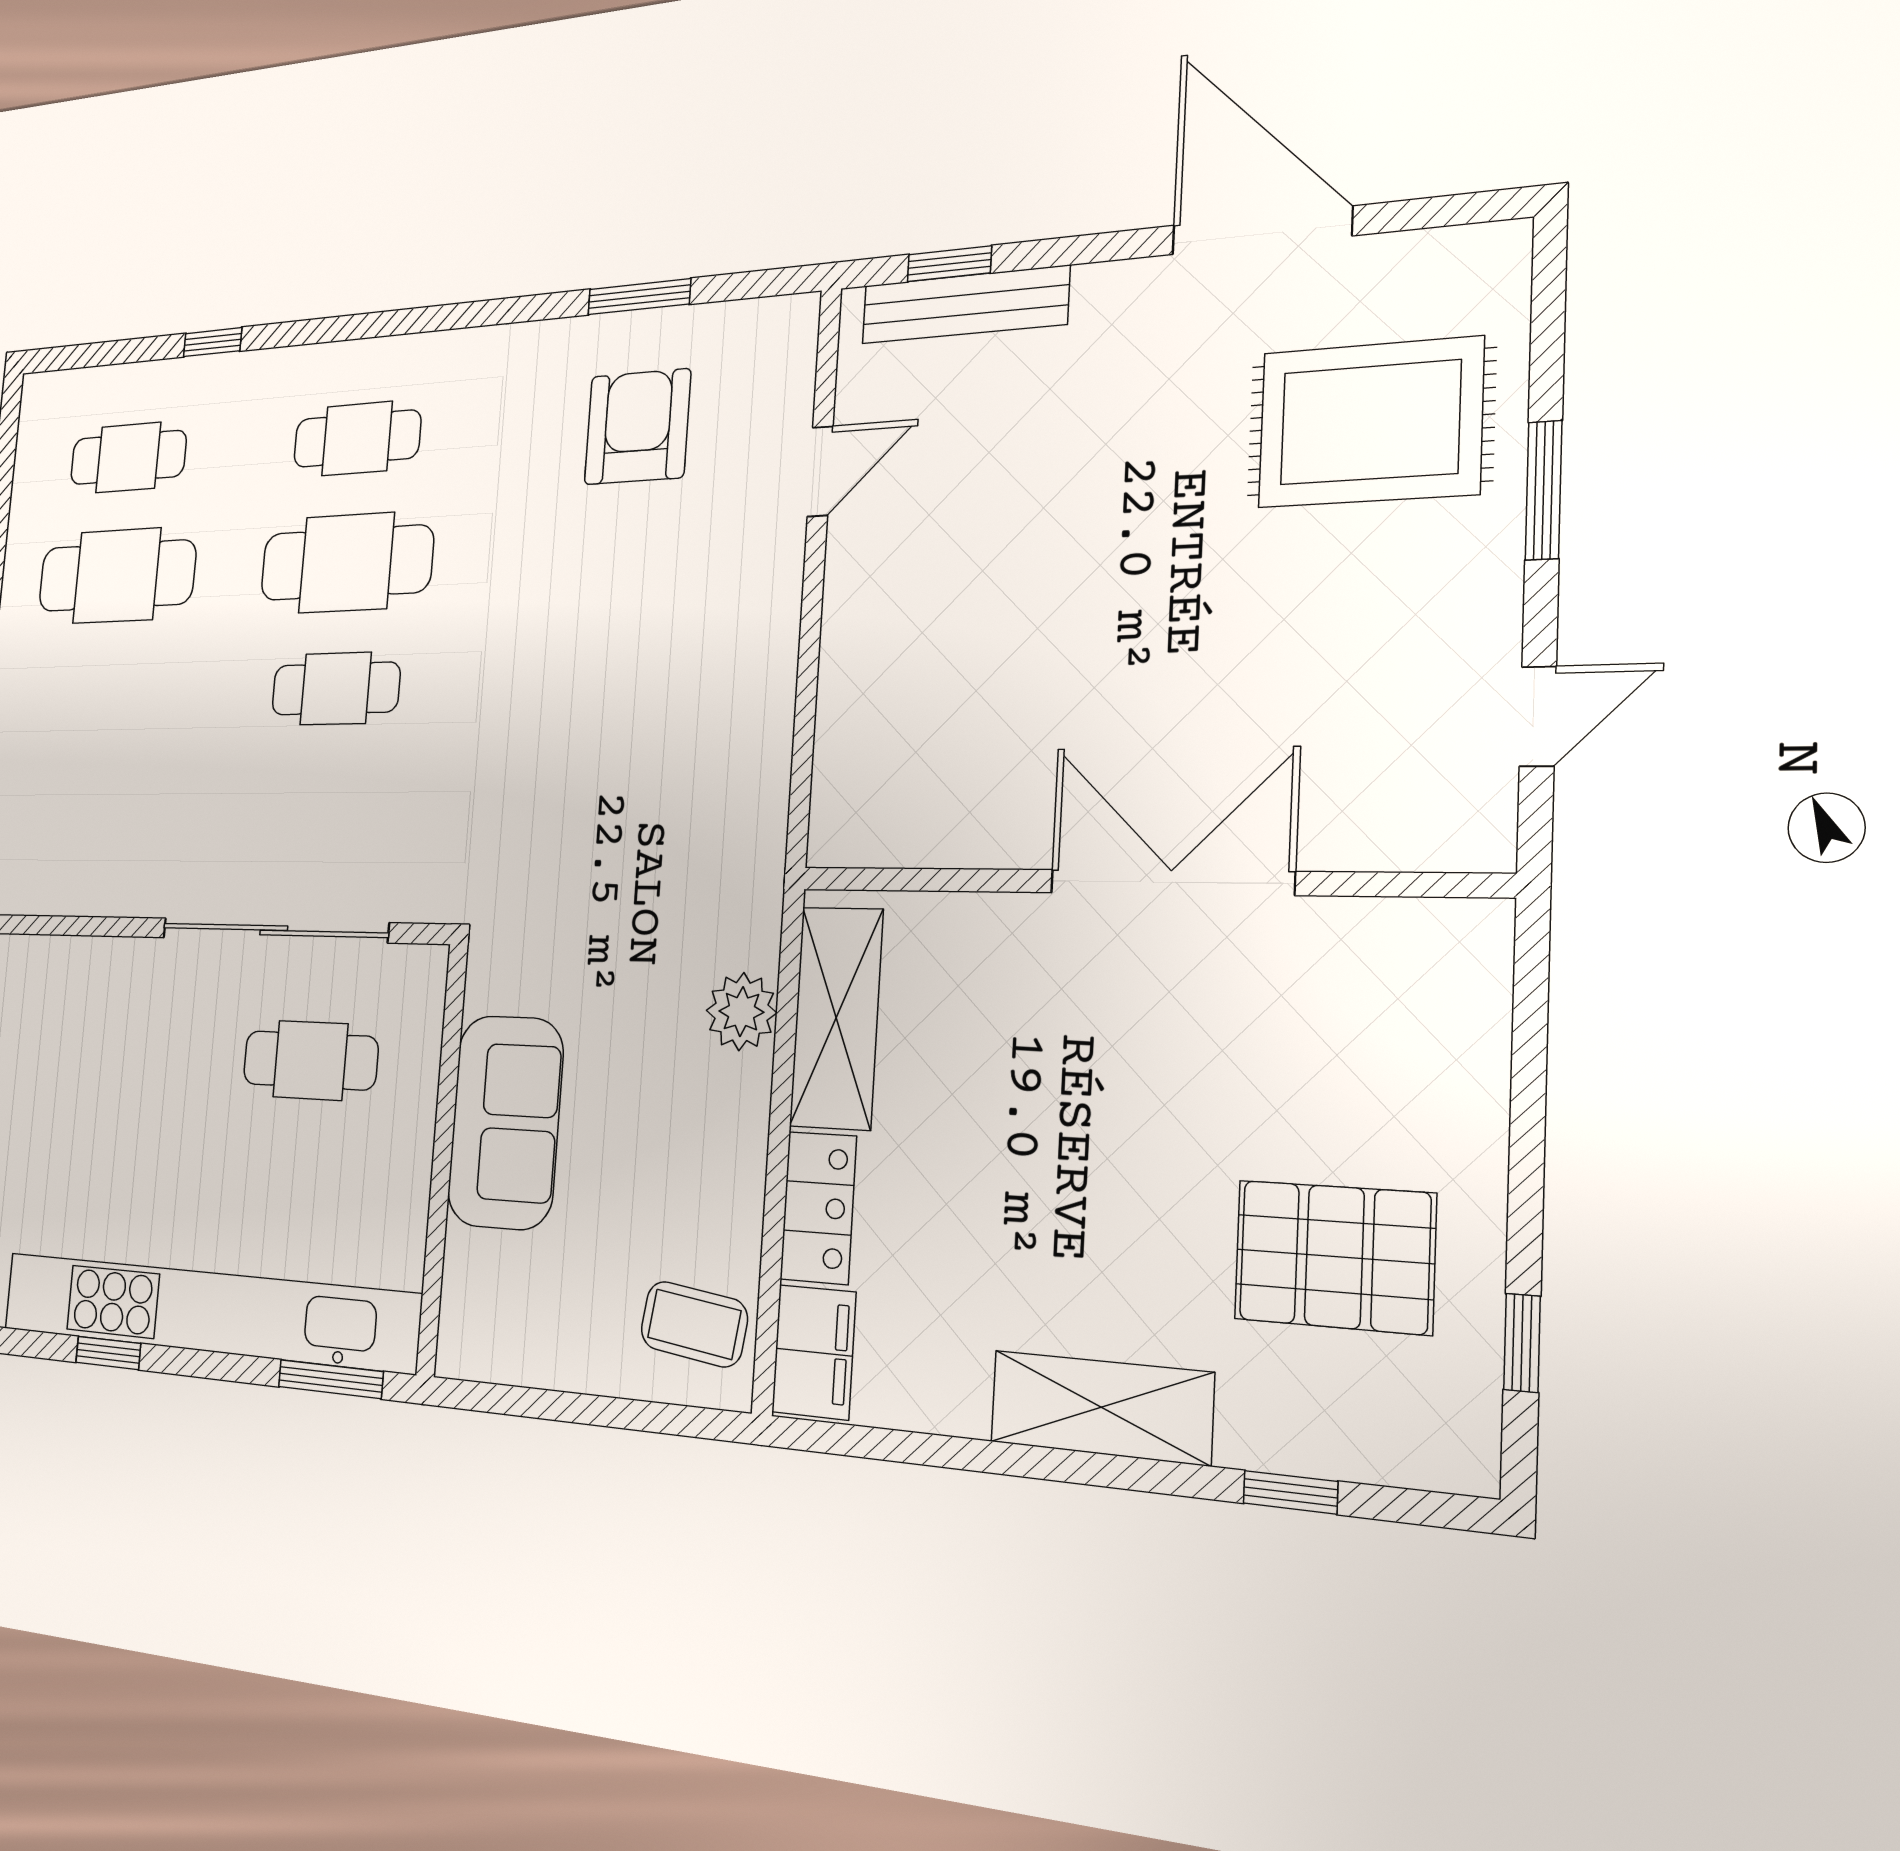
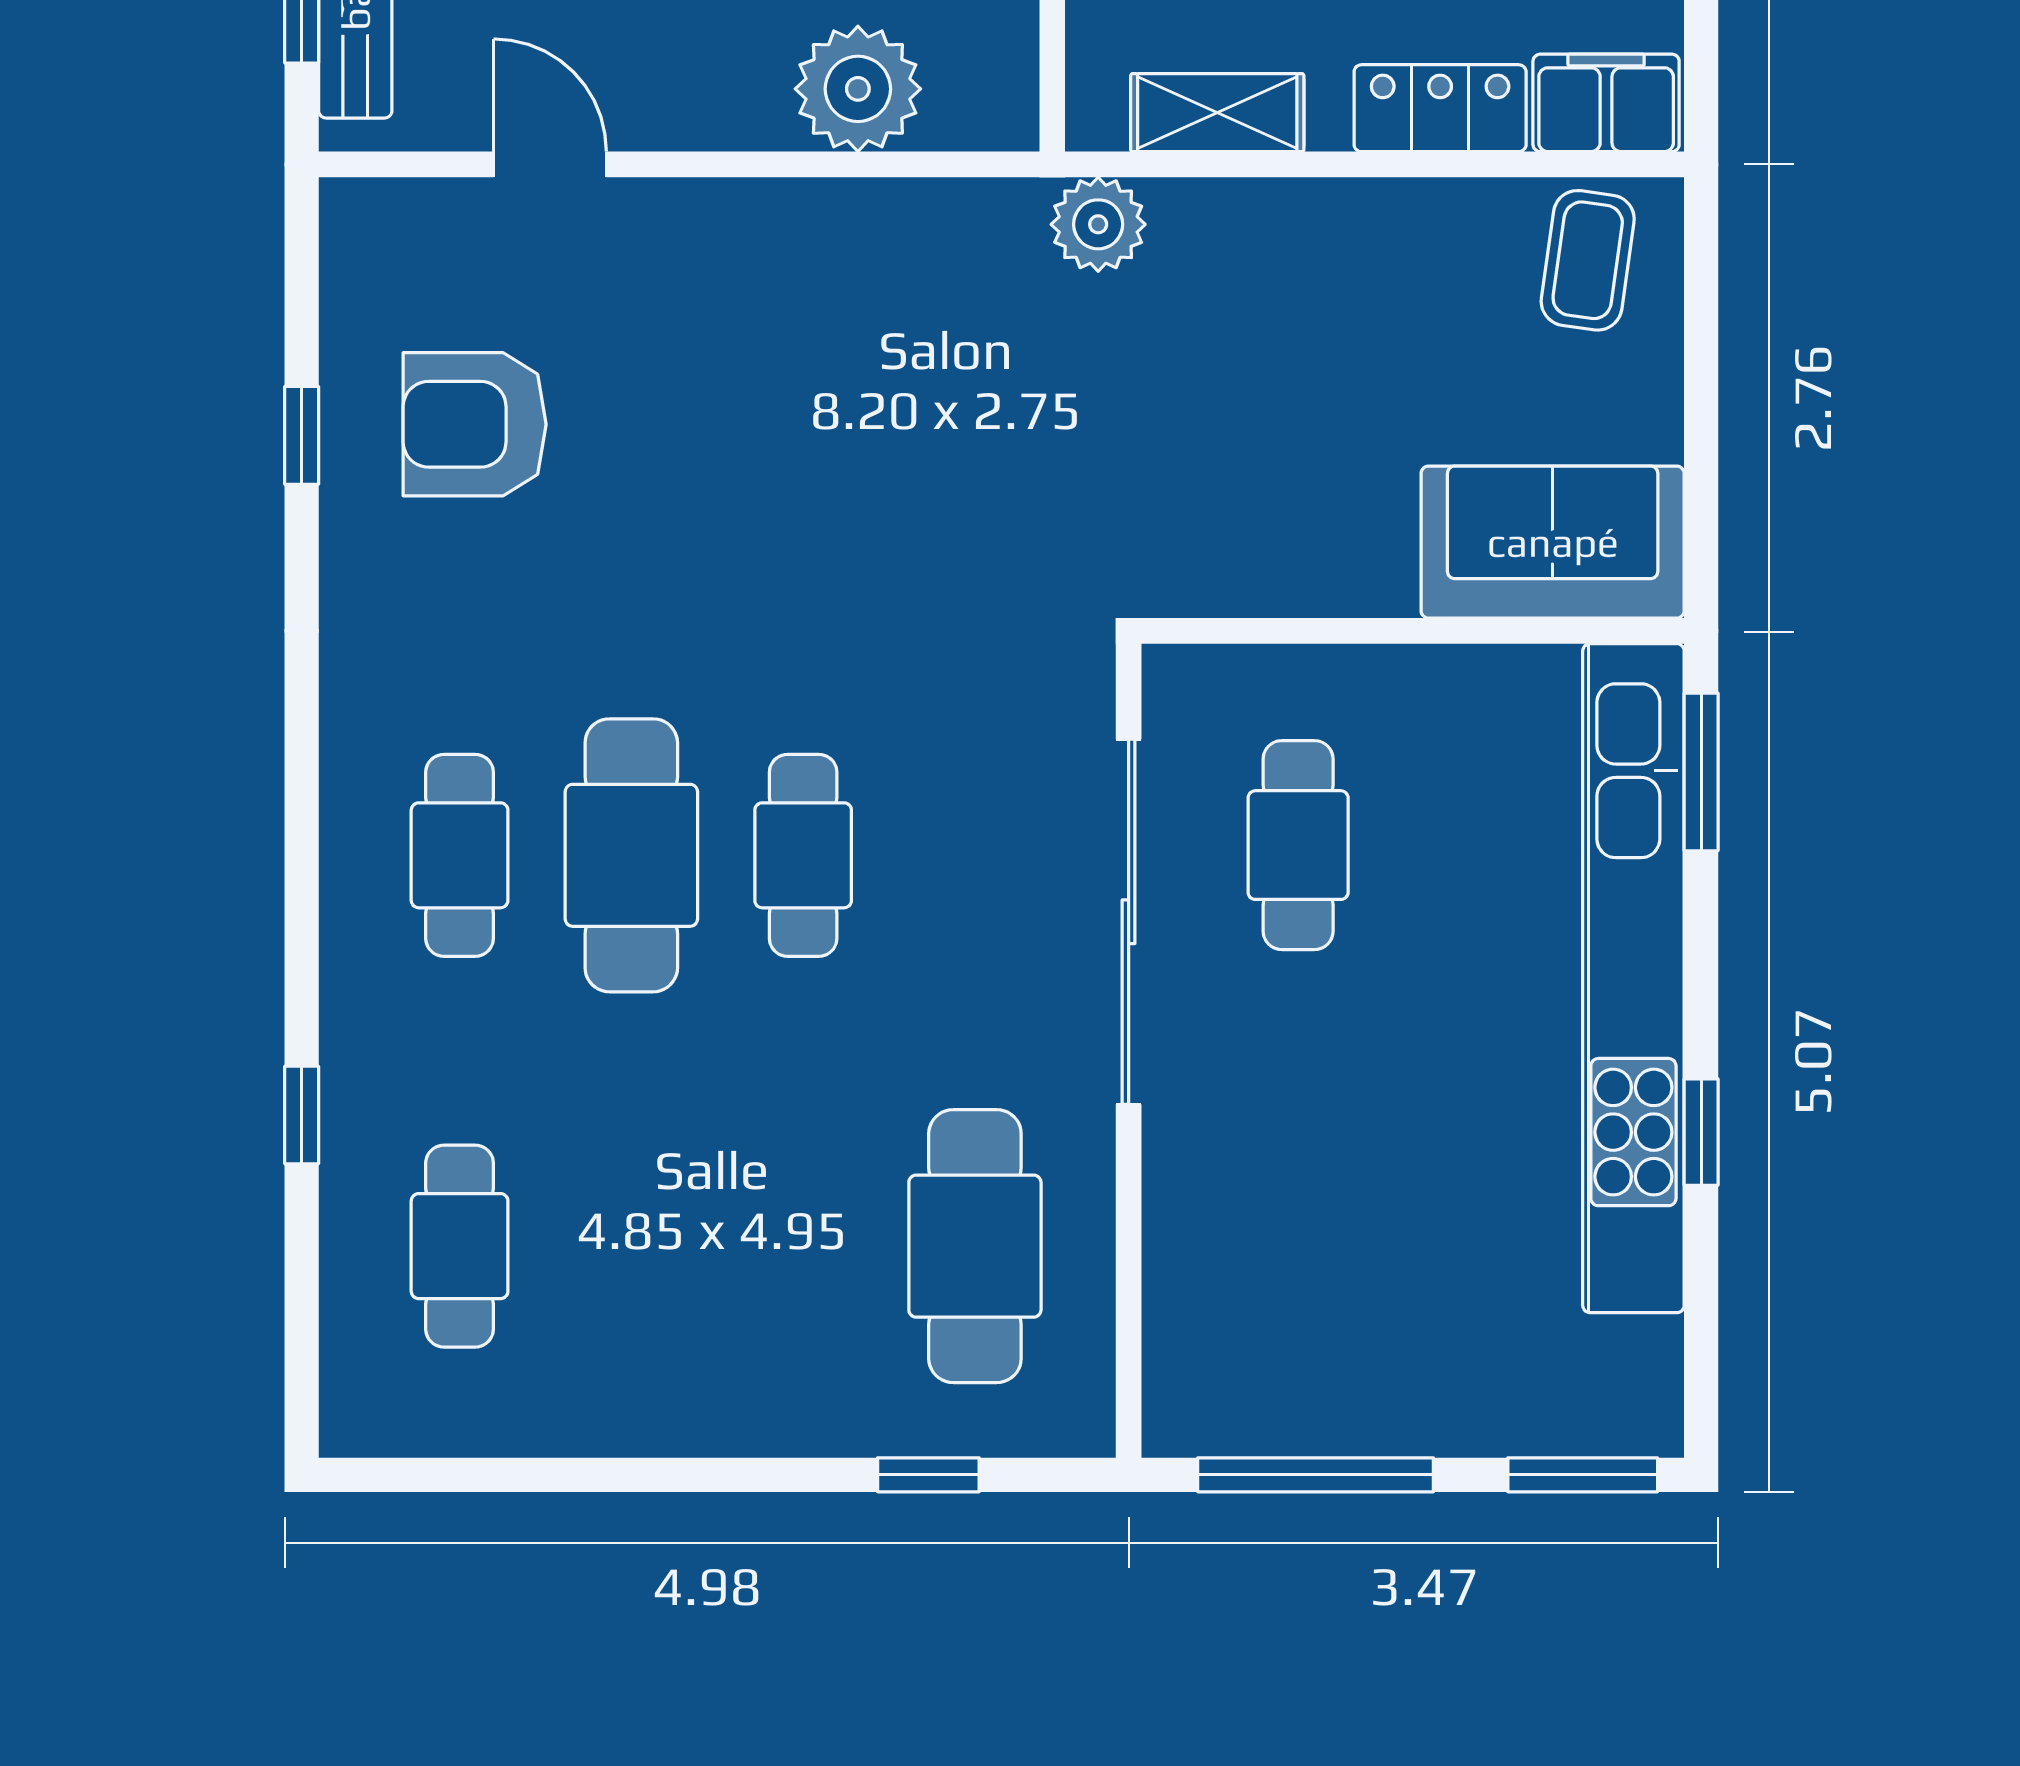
window: (639, 297) -> (302, 435), width x0.67
cafe table: (117, 576) -> (975, 1246), moved
plant: (862, 718) -> (858, 89), added
plant: (741, 1012) -> (1098, 224), moved
shelving: (836, 1018) -> (1217, 113), width x0.67, depth x0.75
sofa: (505, 1122) -> (1553, 542), moved

